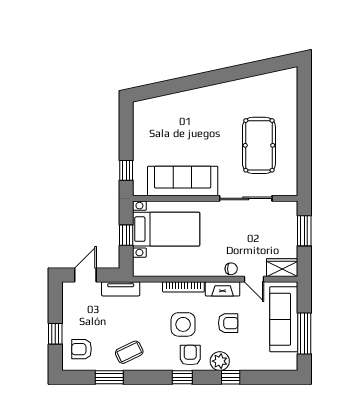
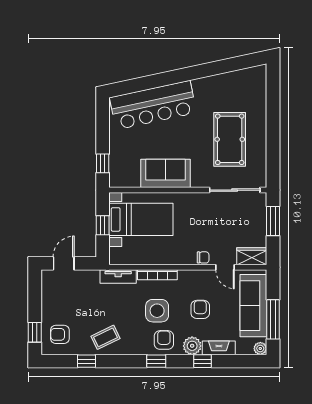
bar counter: (179, 110) -> (153, 105), added
sofa: (183, 181) -> (166, 173), width x0.73
sliding door: (246, 198) -> (235, 190), moved
tv unit: (121, 289) -> (118, 277), moved
fireplace: (223, 289) -> (219, 348), moved, turned 180
armchair: (228, 323) -> (200, 309), turned -90
window: (55, 334) -> (35, 332), moved
plant: (291, 364) -> (260, 348), added
window: (109, 377) -> (86, 361), width x0.67

